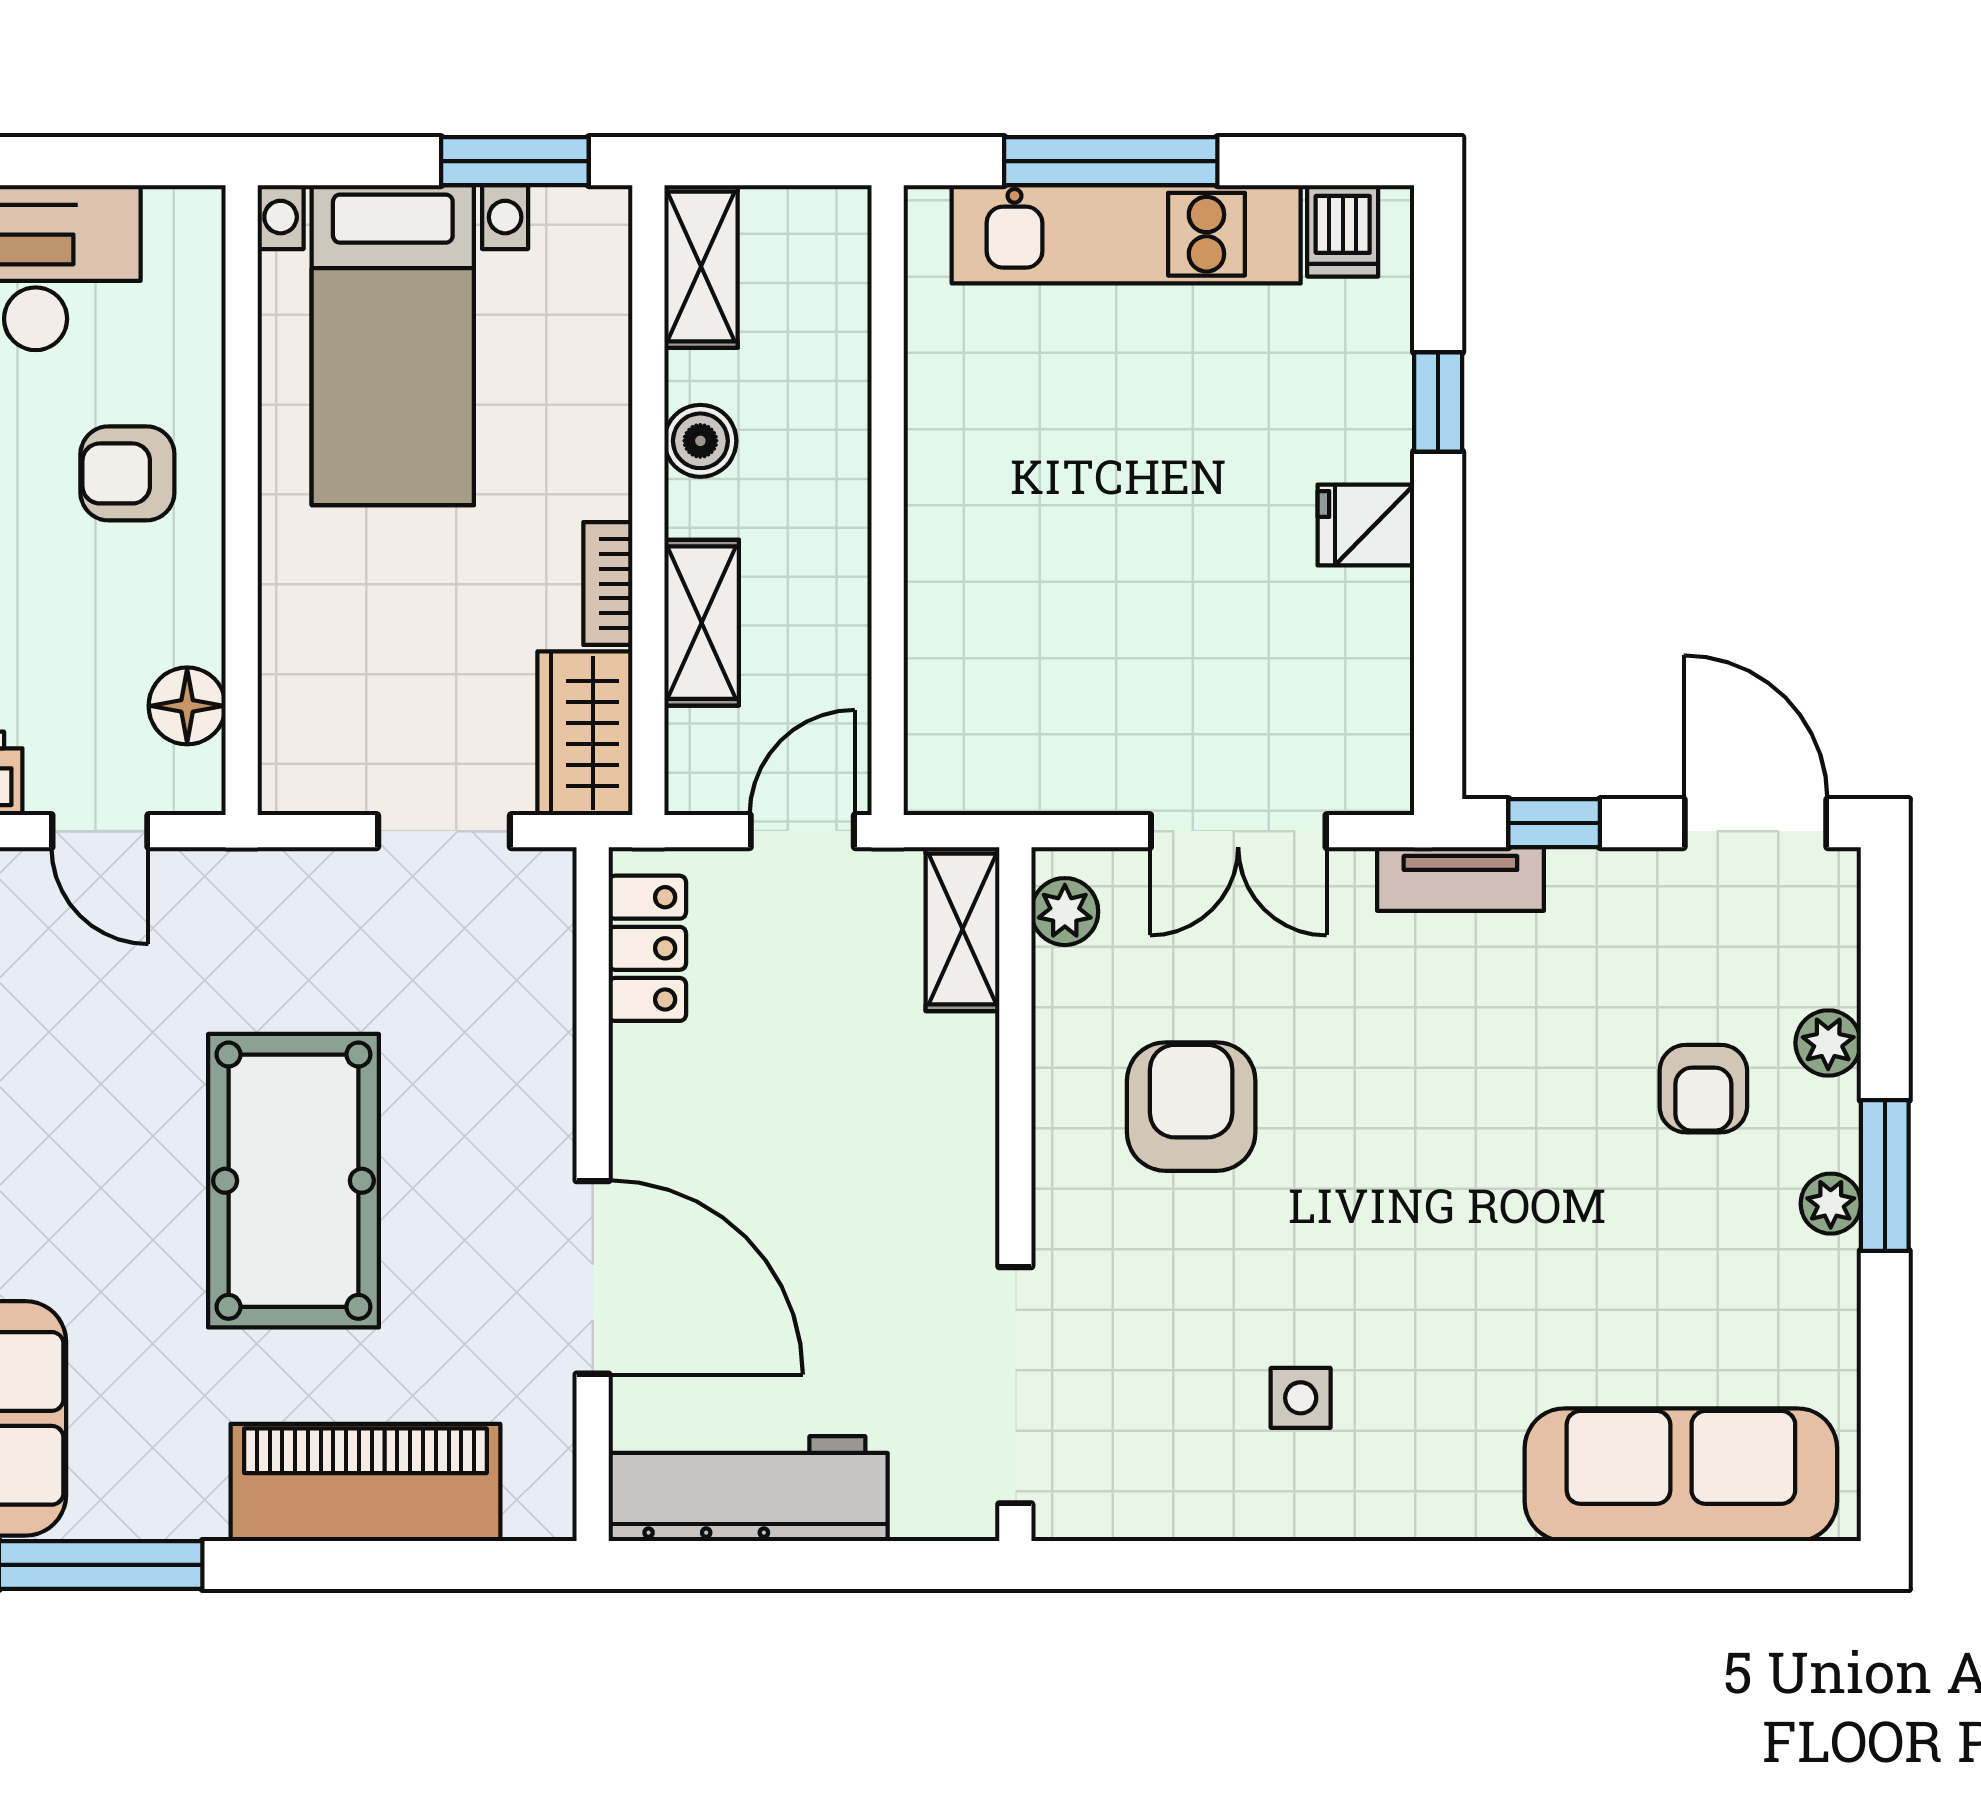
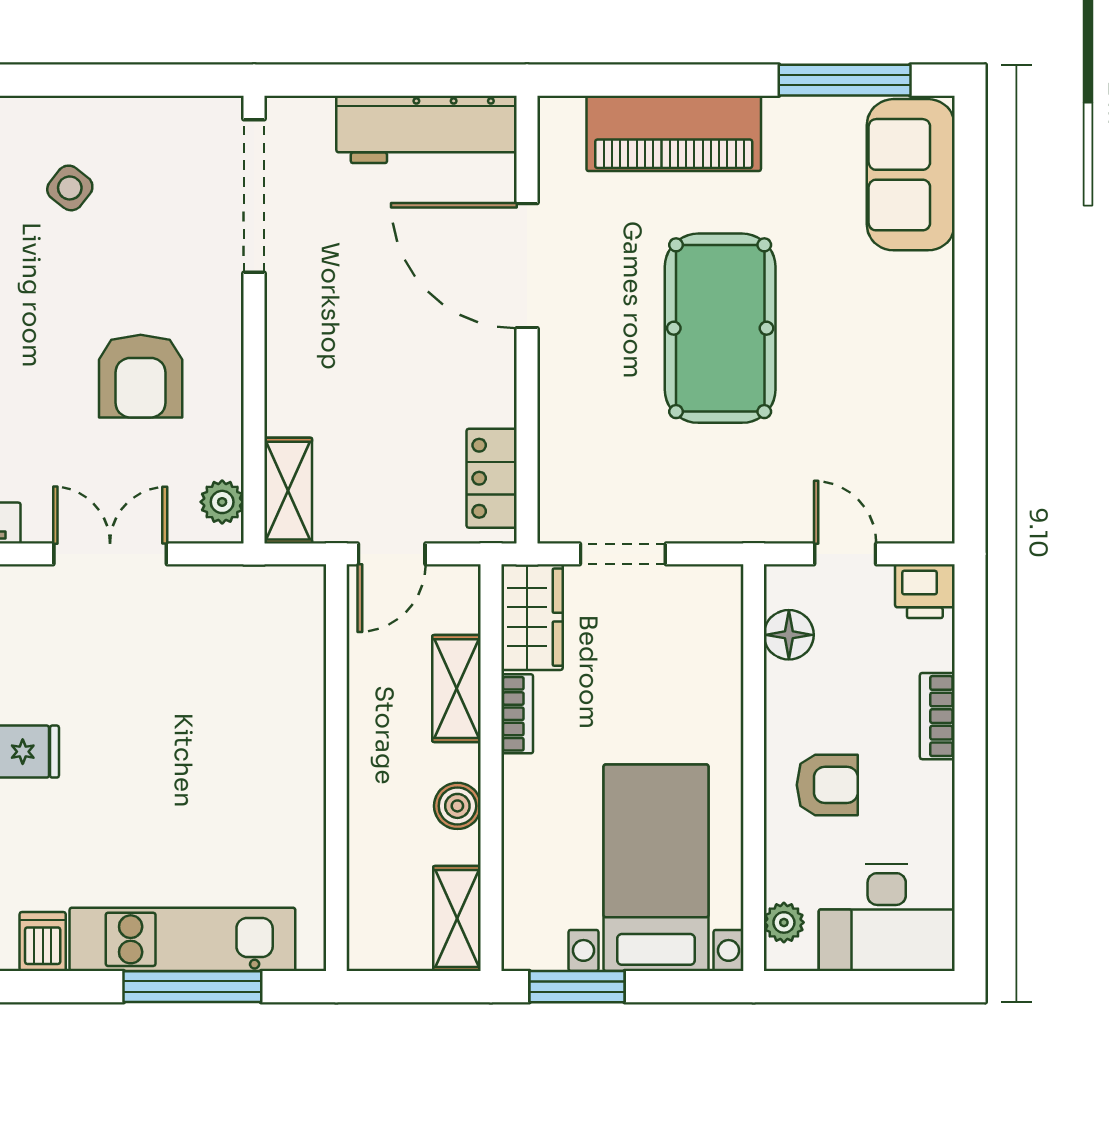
plant: (195, 260) -> (784, 922), added
side table: (1301, 1398) -> (70, 188), turned 38

